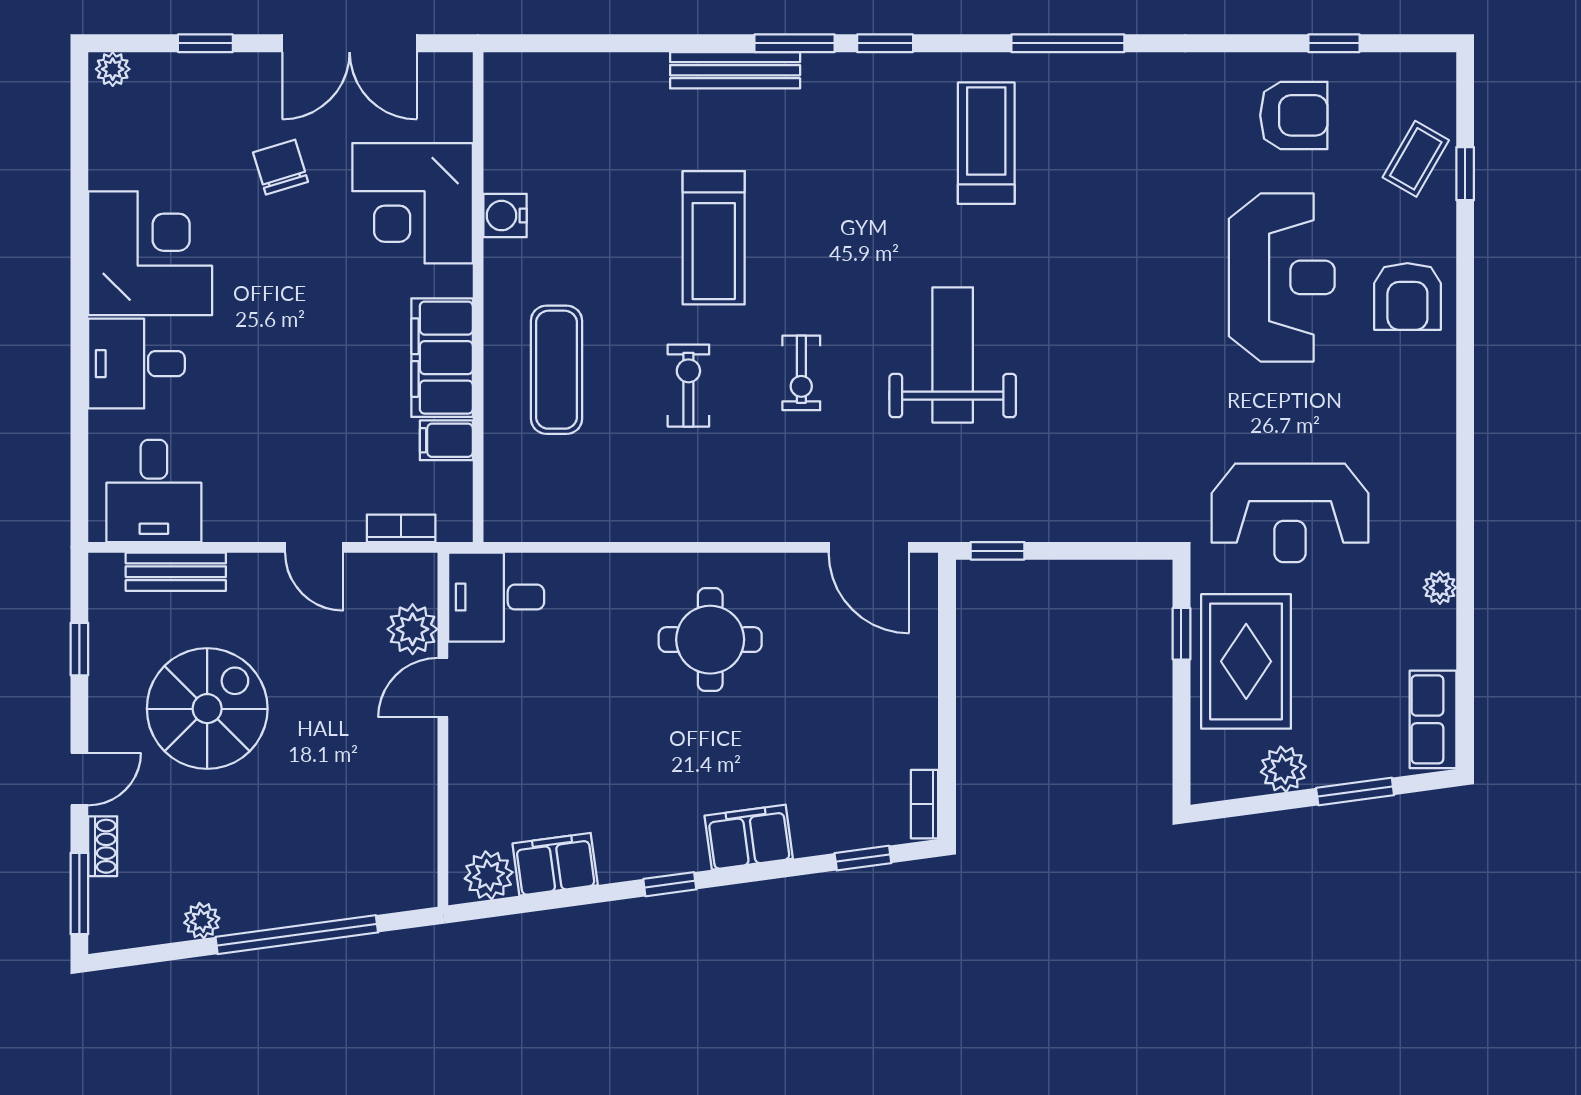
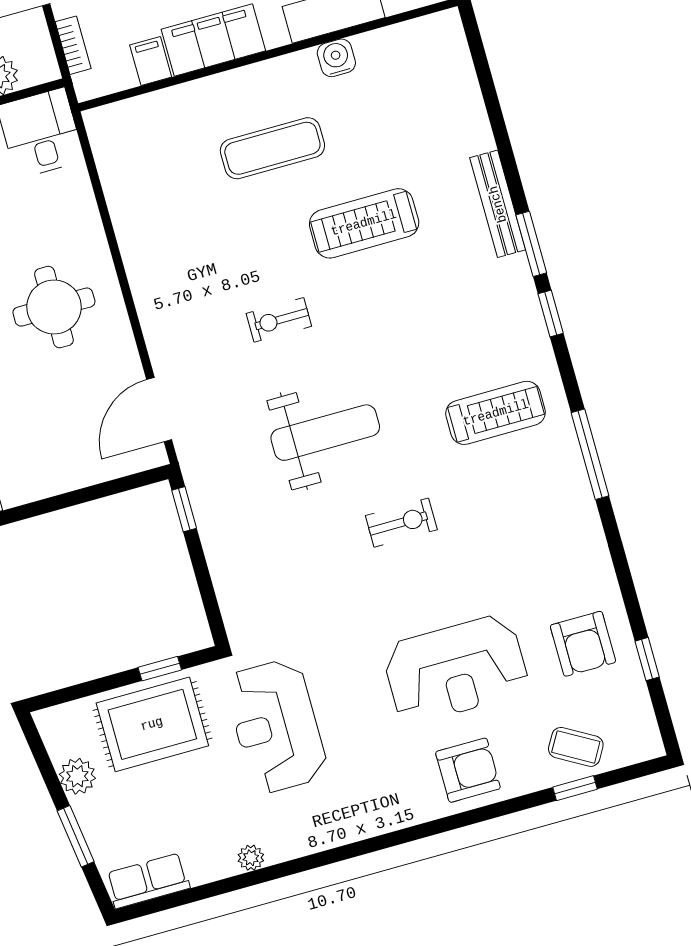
armchair: (1407, 297) -> (468, 770), turned 180
exercise mat: (556, 370) -> (272, 148), moved
exercise bike: (688, 386) -> (401, 523), moved

